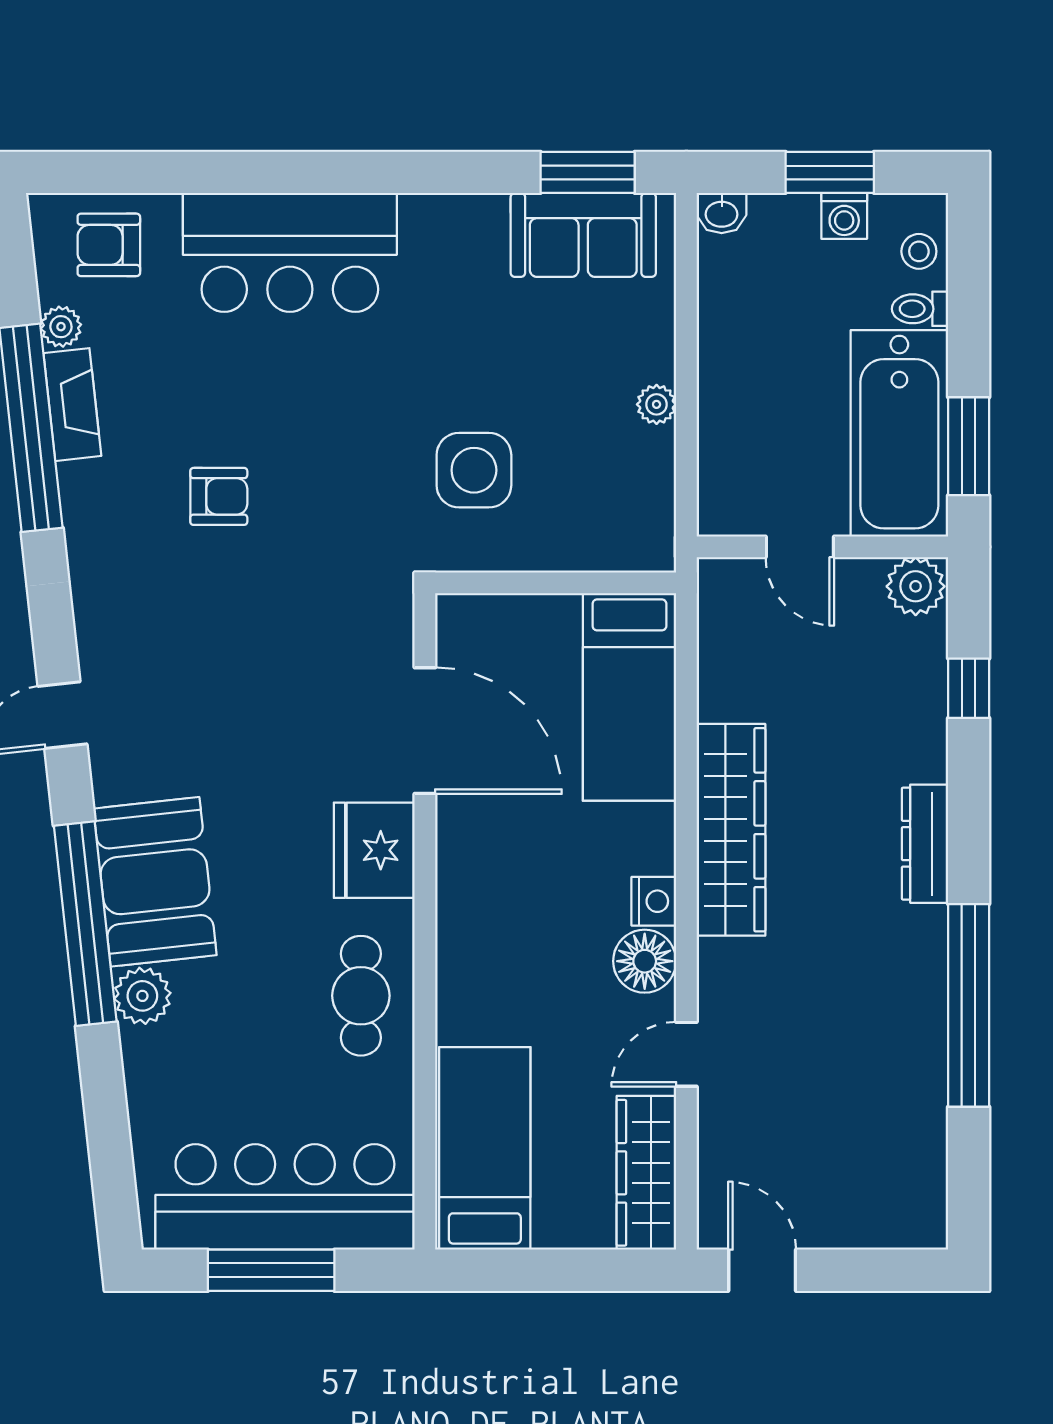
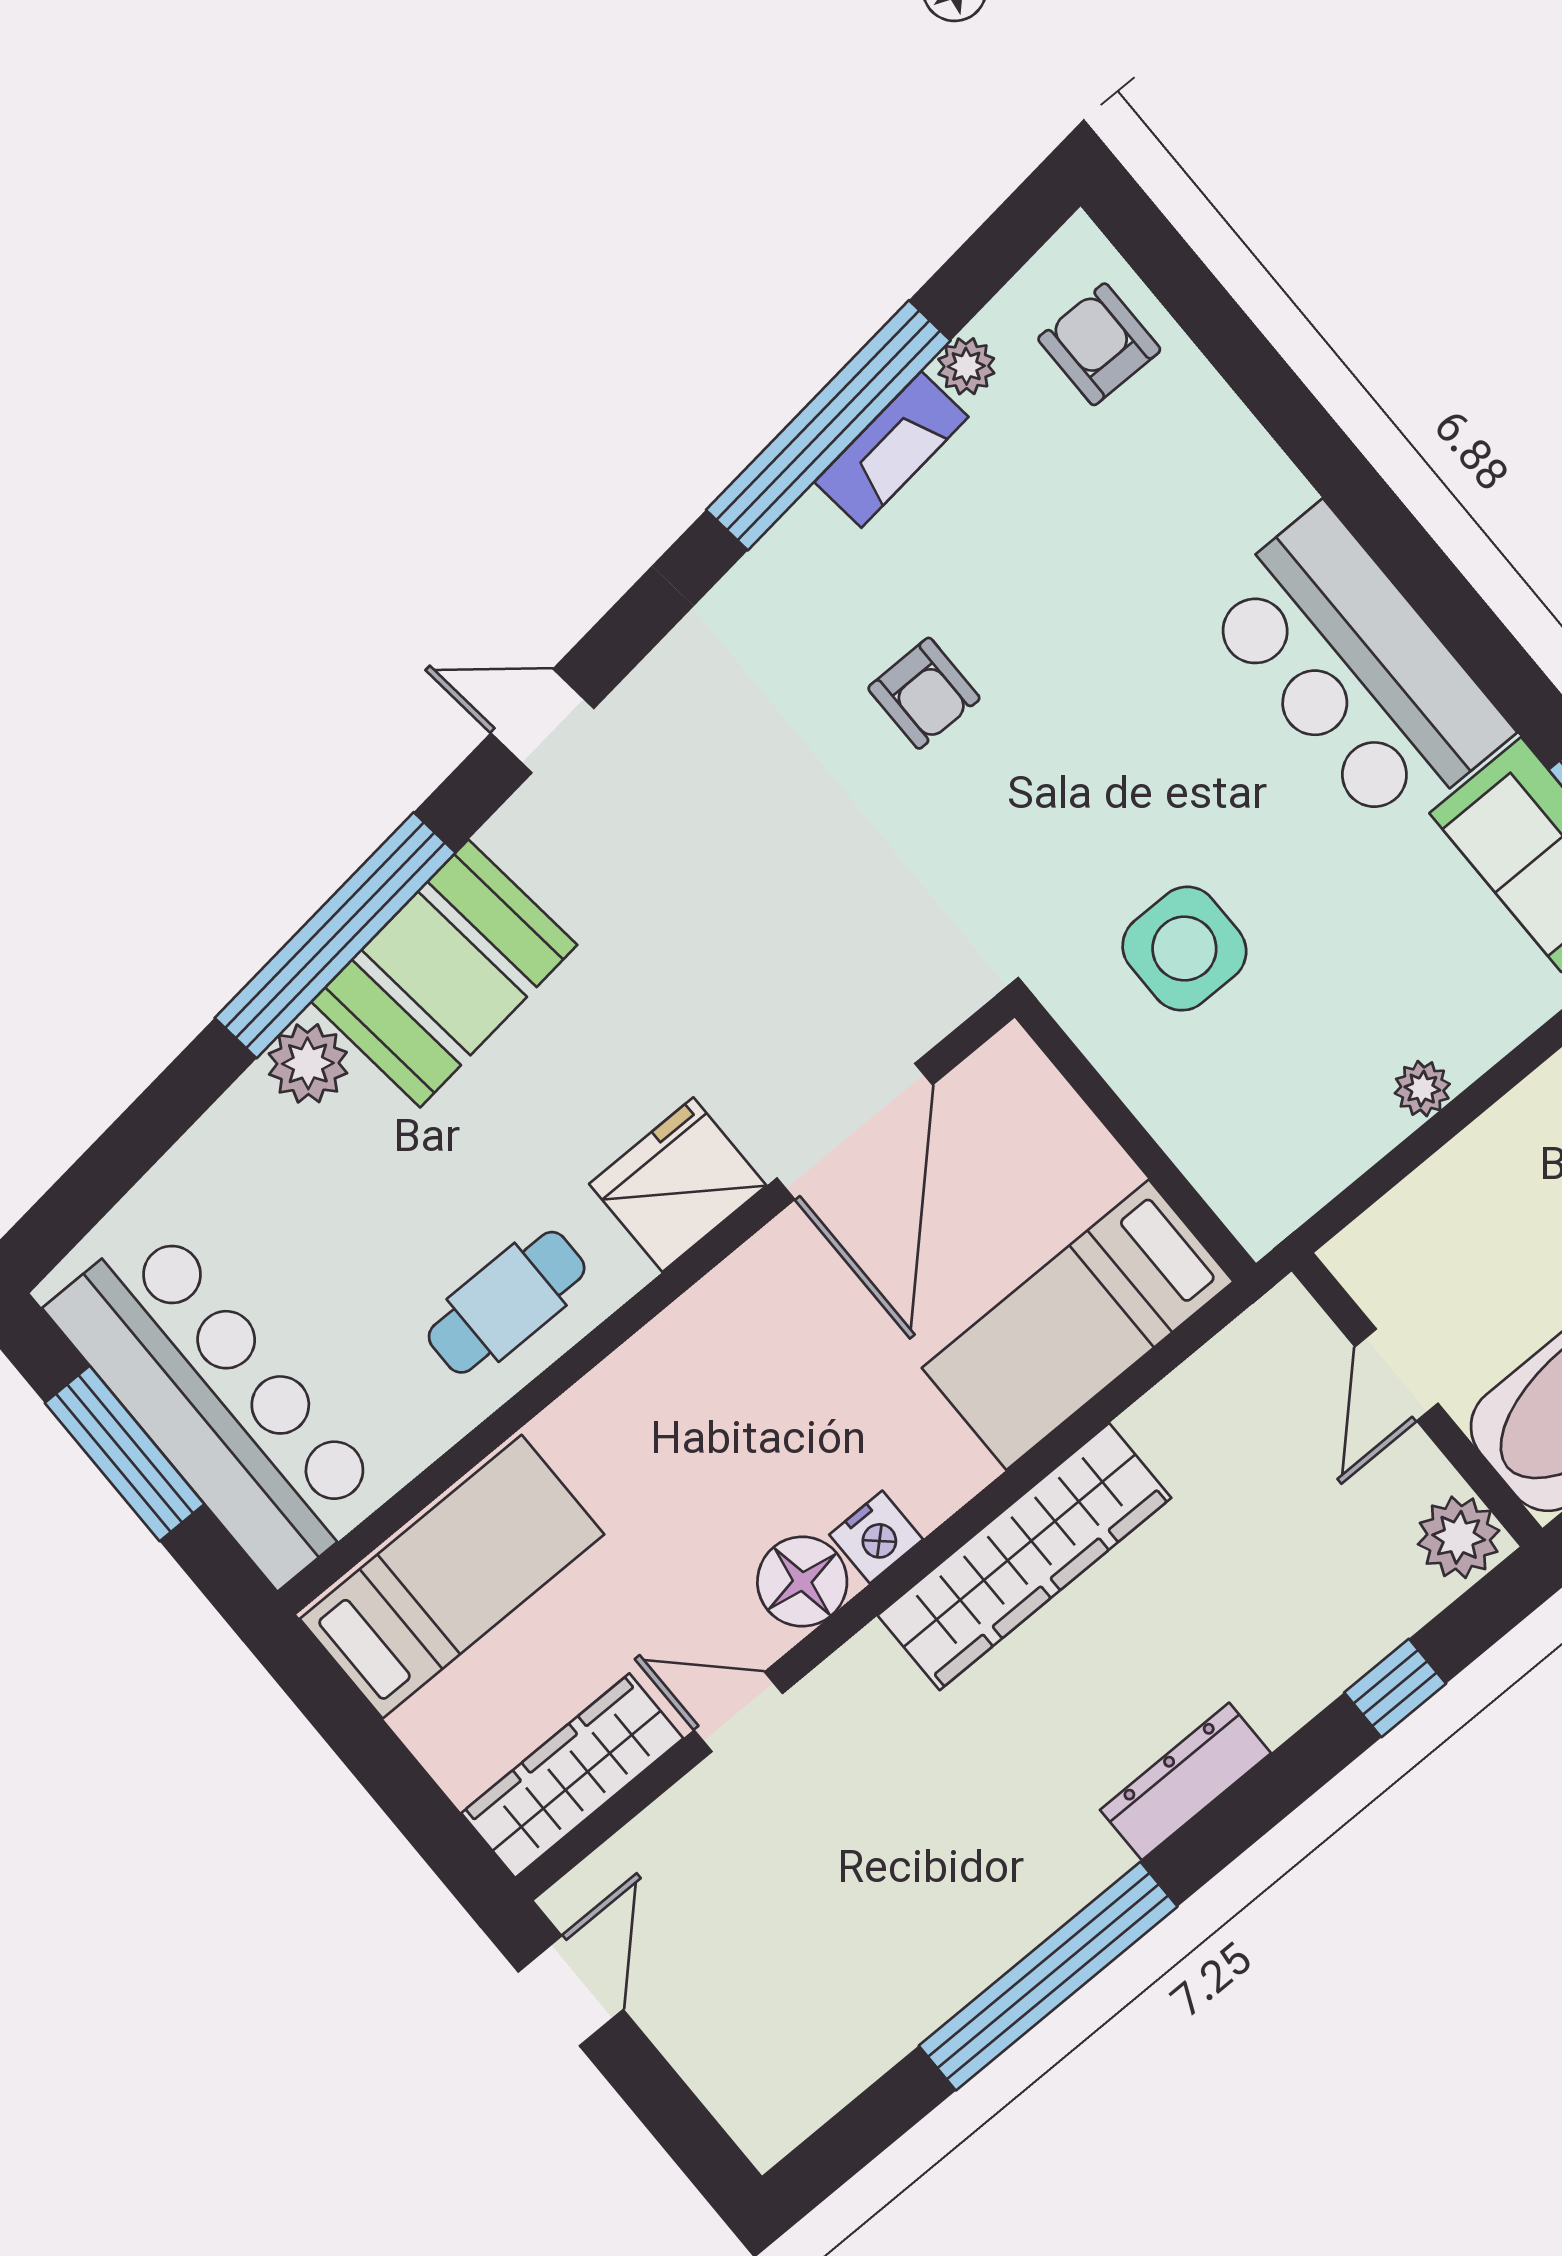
bar counter: (290, 252) -> (1355, 669), moved

